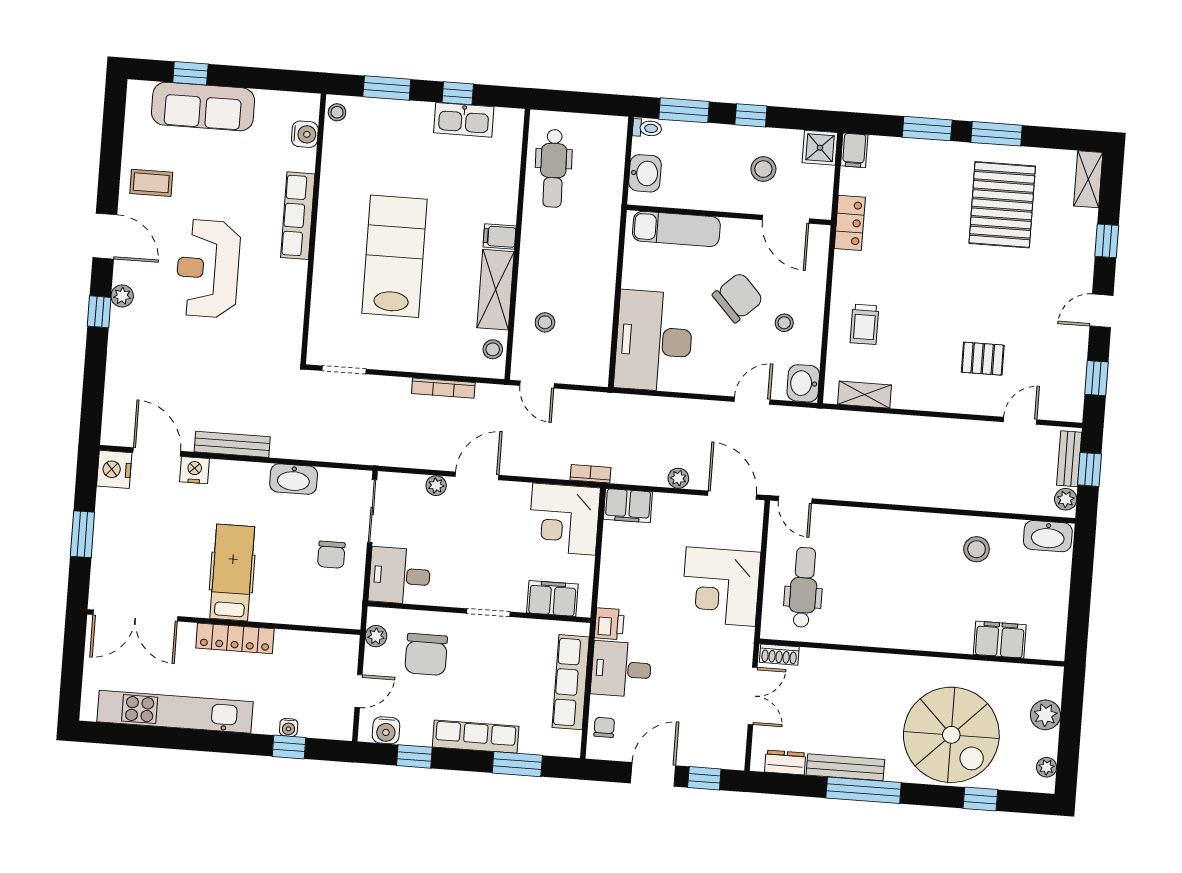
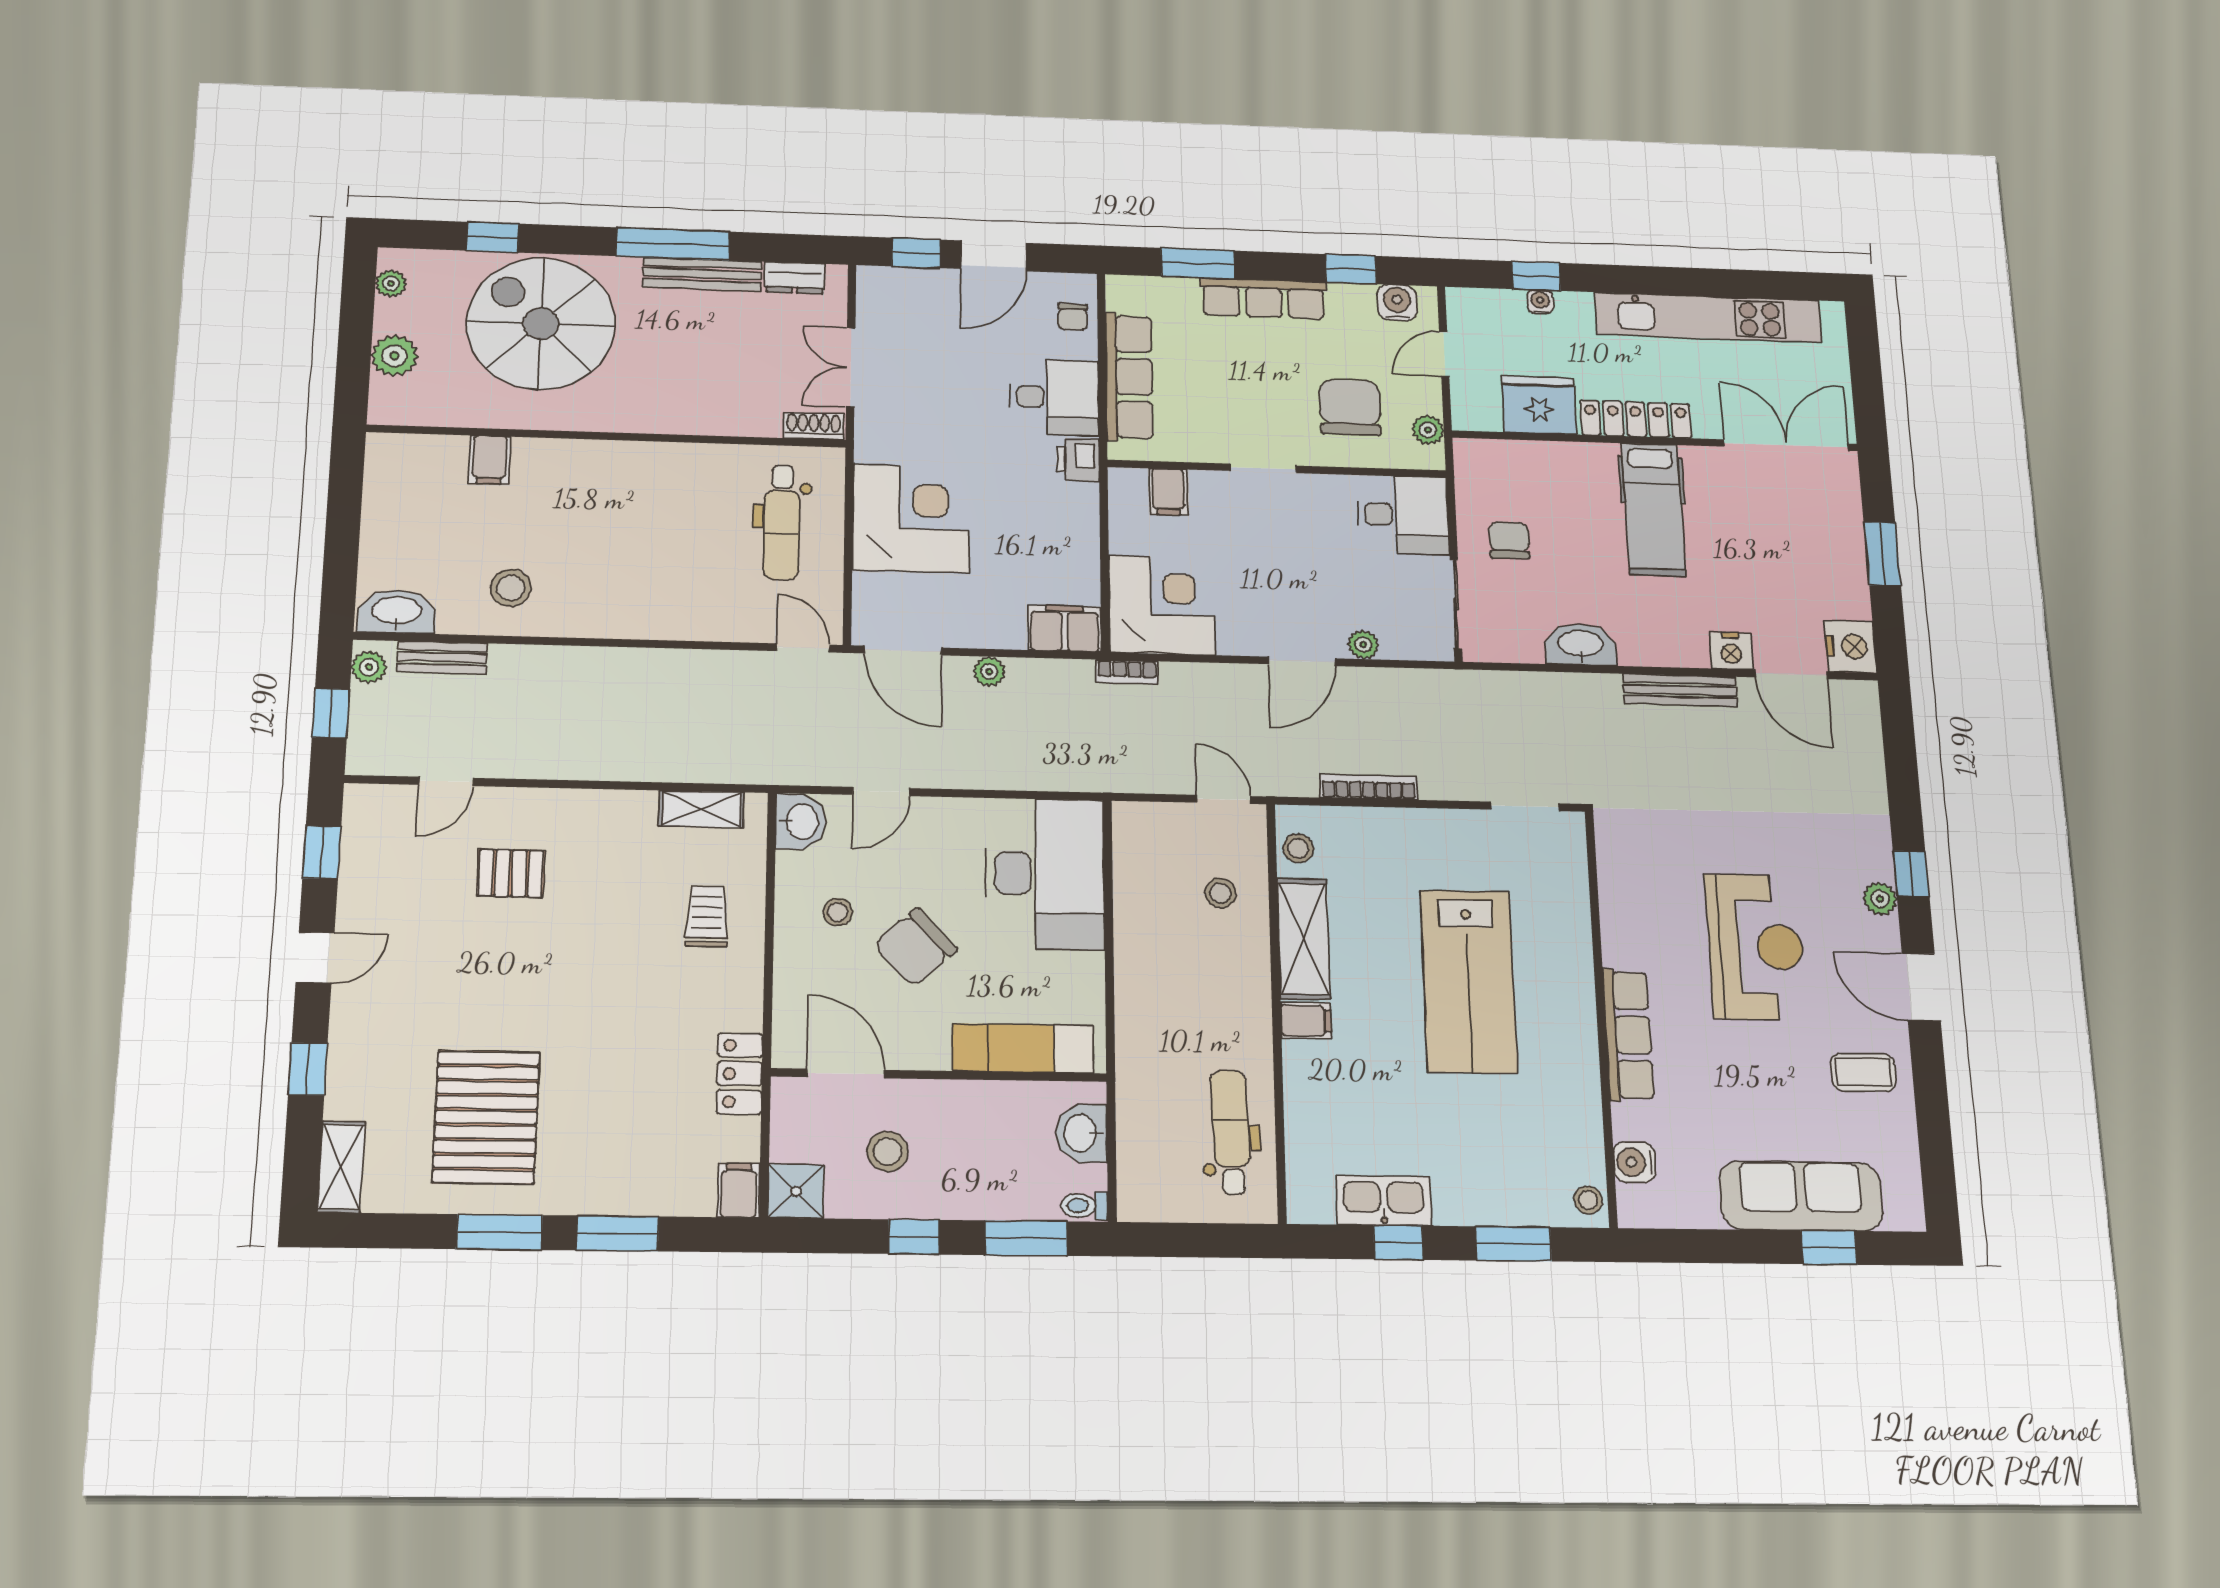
bench: (1069, 459) -> (442, 658), moved, turned 90
filing cabinet: (552, 598) -> (1168, 492), width x0.50
filing cabinet: (1000, 640) -> (490, 460), width x0.50
fridge: (299, 651) -> (1539, 405), added

